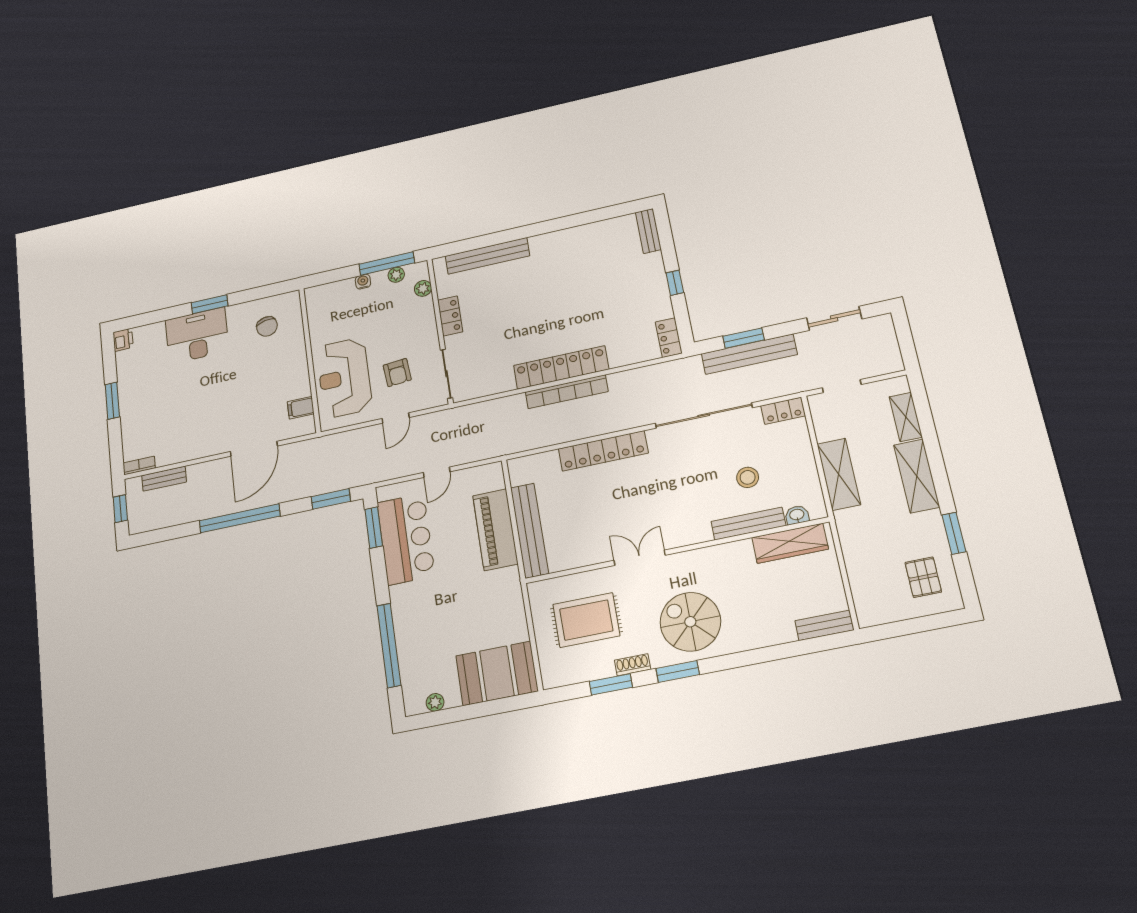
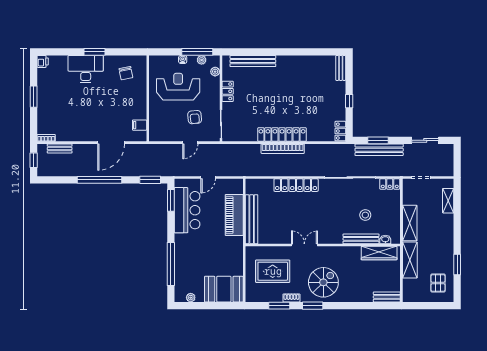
reception desk: (344, 378) -> (178, 87), moved, turned 90
shelving: (917, 476) -> (410, 260), moved
spiral stairs: (690, 622) -> (323, 282), turned 90

